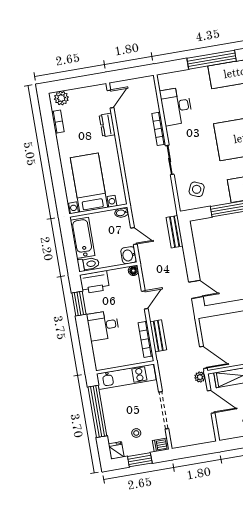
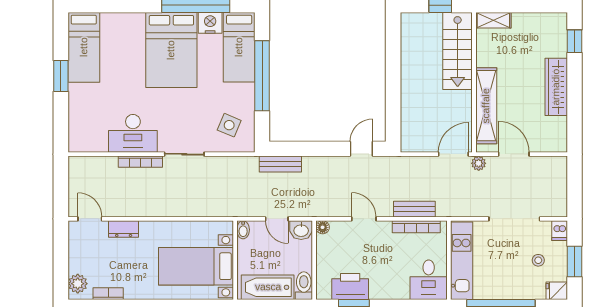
window: (212, 60) -> (61, 76), width x0.47
desk: (176, 106) -> (133, 133), moved
door: (134, 236) -> (277, 219), swing flipped
printer: (95, 282) -> (350, 287), moved, turned -90
desk: (103, 325) -> (429, 280), moved
door: (211, 402) -> (514, 154), hinge flipped

